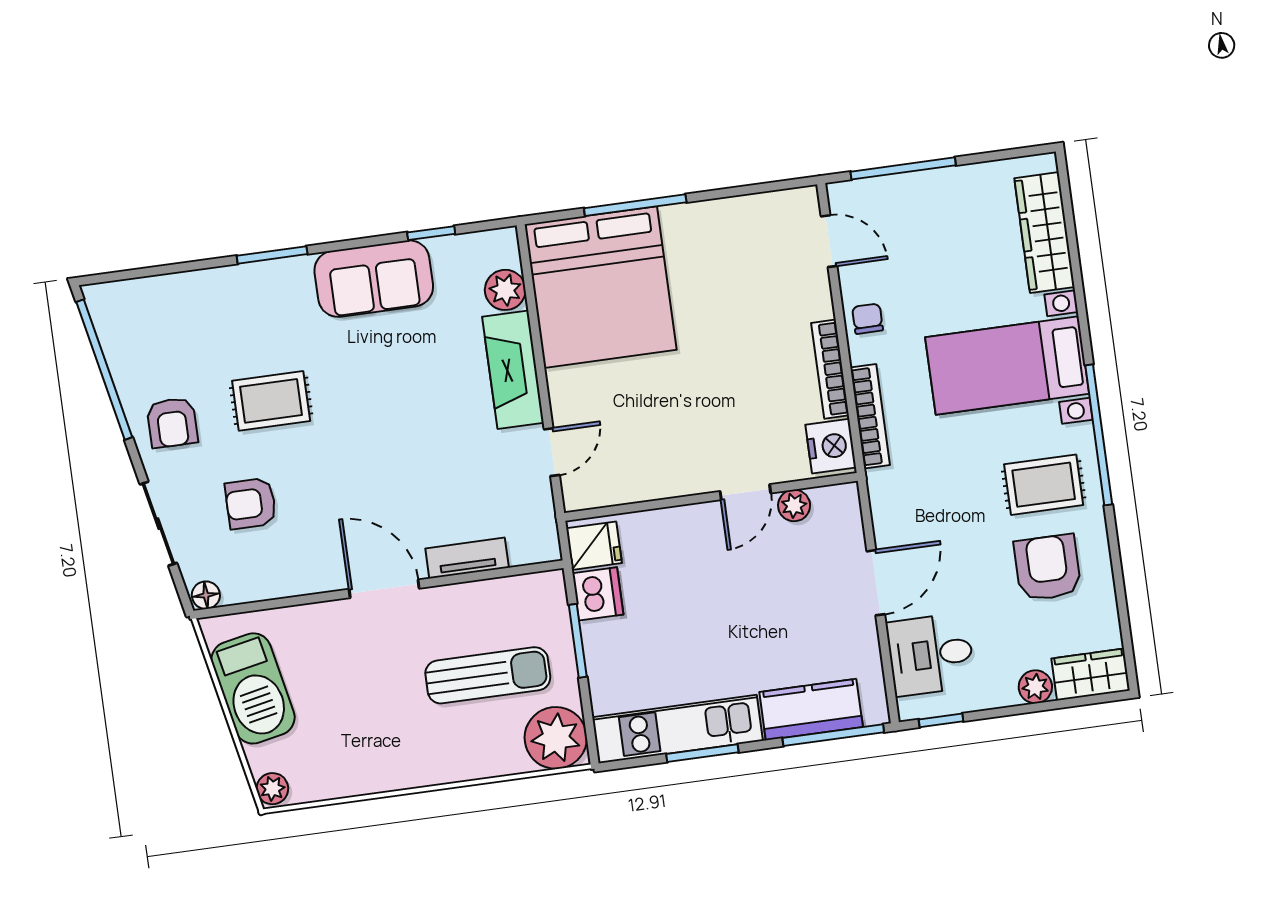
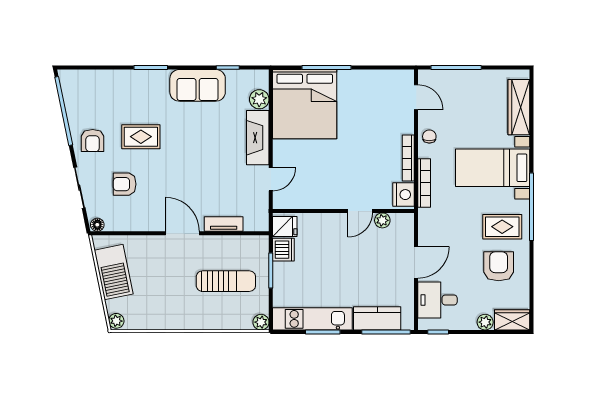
plant: (556, 738) -> (261, 322), width x0.53, depth x0.53

